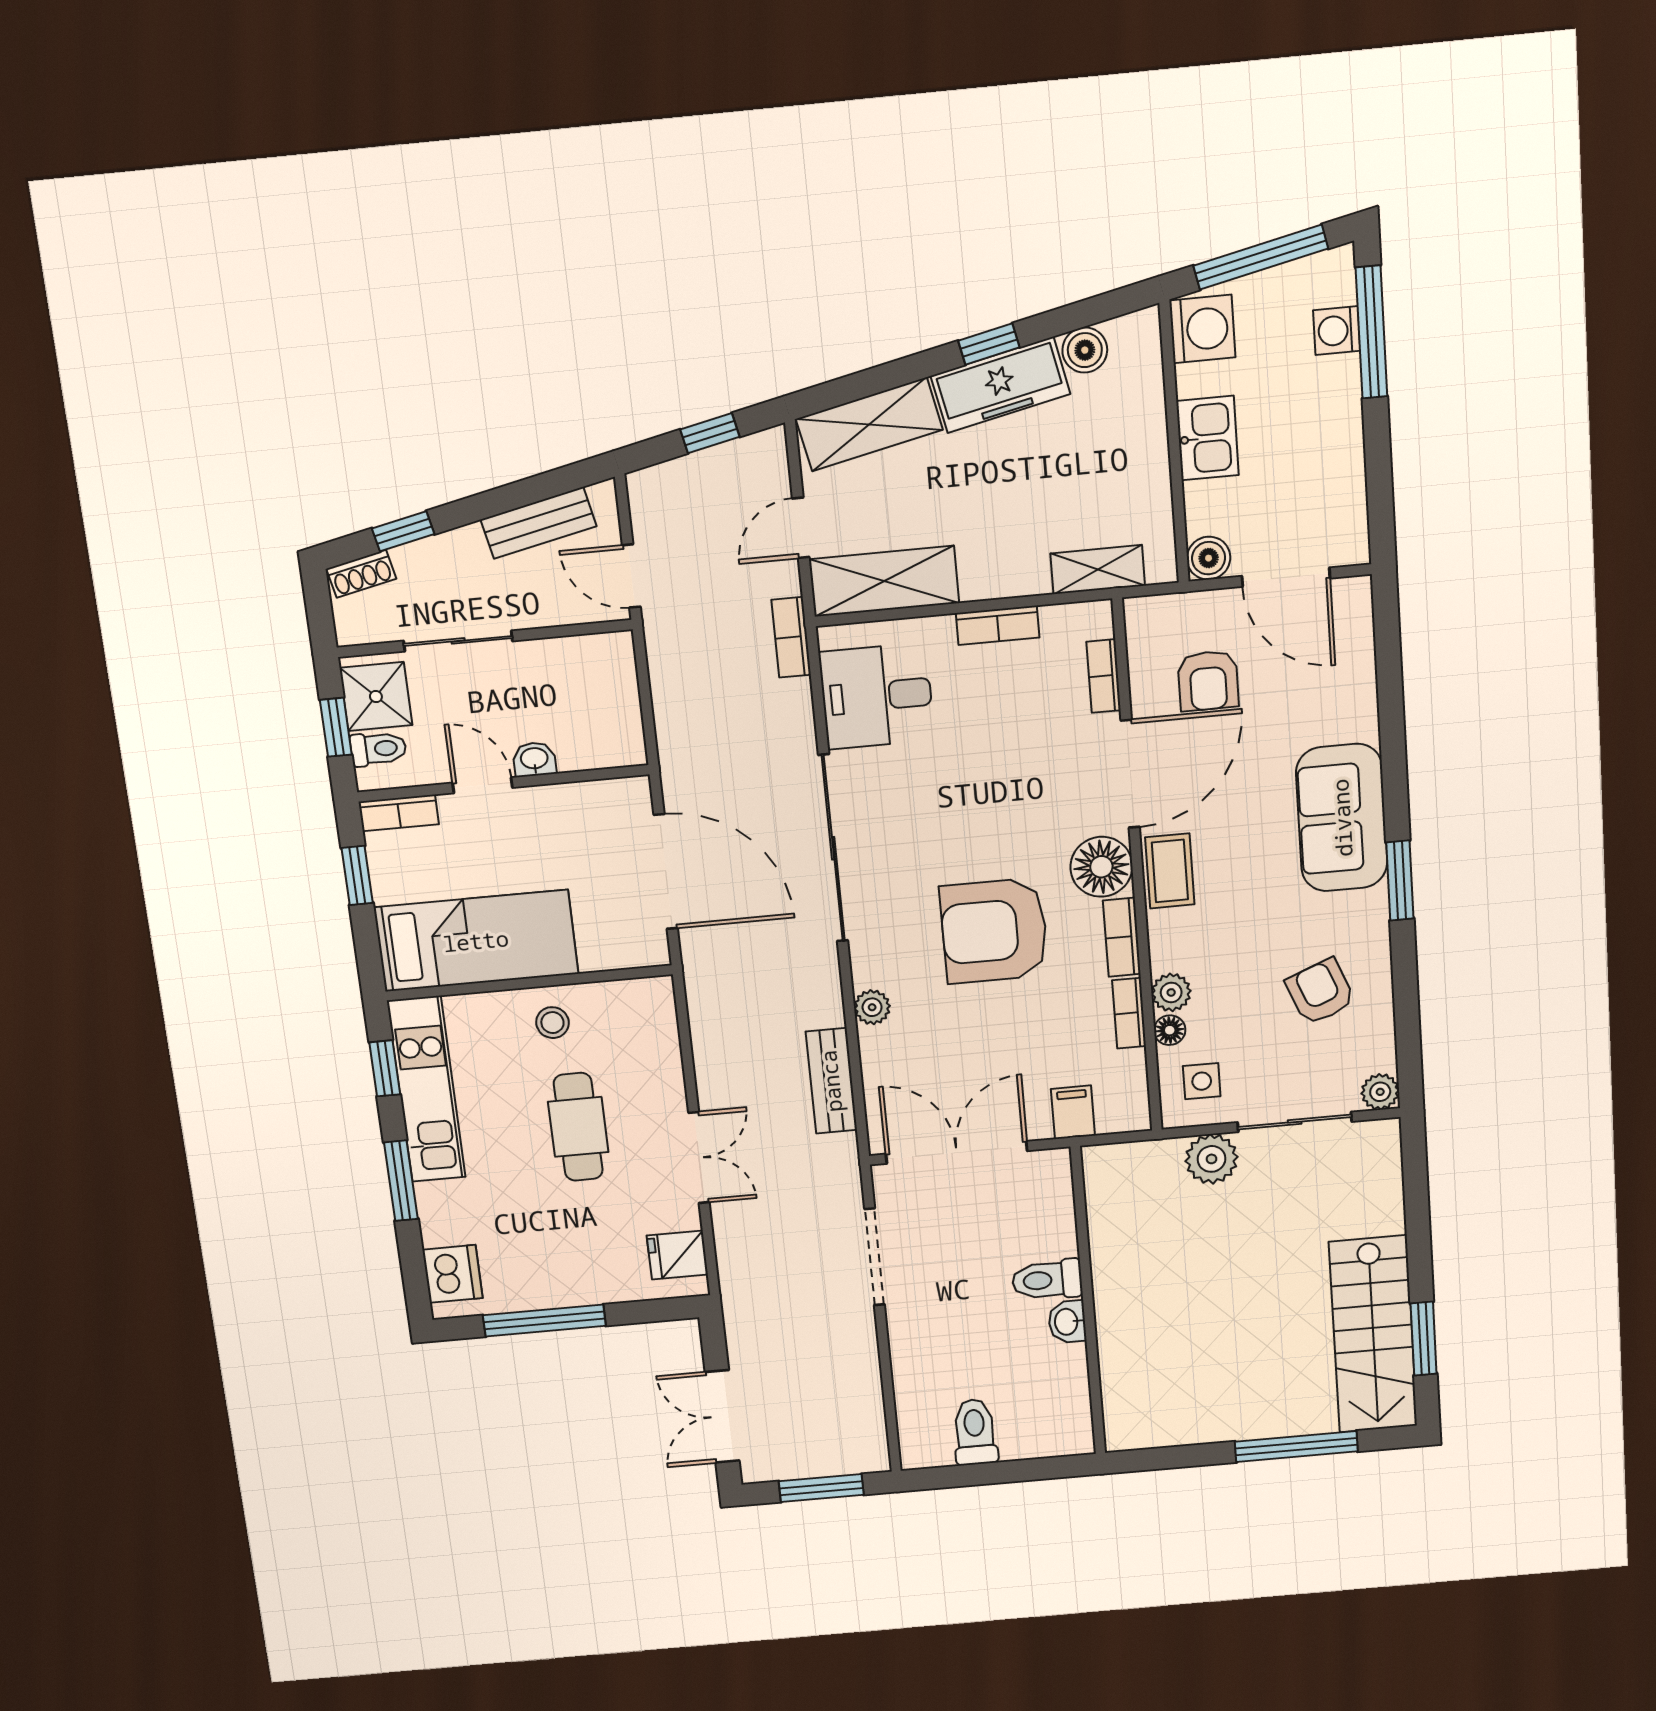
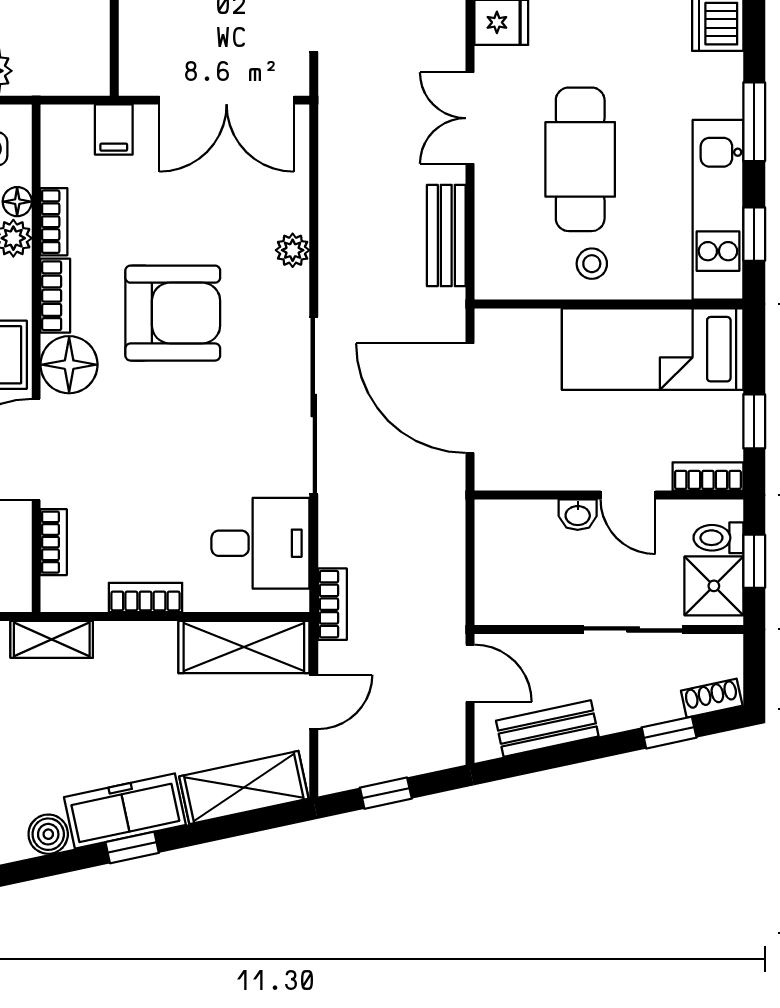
bench: (831, 1081) -> (446, 235), moved
cafe table: (578, 1127) -> (580, 159), width x1.37, depth x1.35

